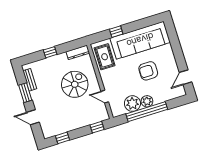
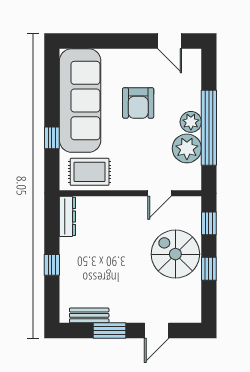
spiral stairs: (75, 84) -> (175, 254), moved
window: (63, 138) -> (209, 269), moved

